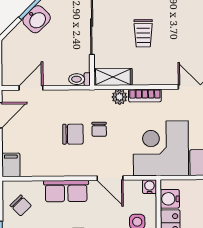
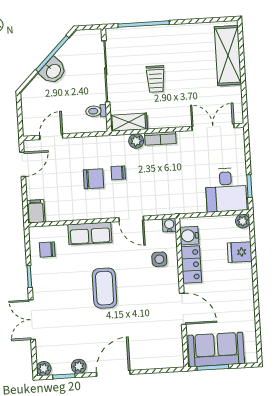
toilet: (79, 79) -> (96, 111), moved
chair: (99, 129) -> (118, 173), turned 90
corner desk: (161, 148) -> (178, 188), removed
chair: (21, 205) -> (47, 250), turned 134

